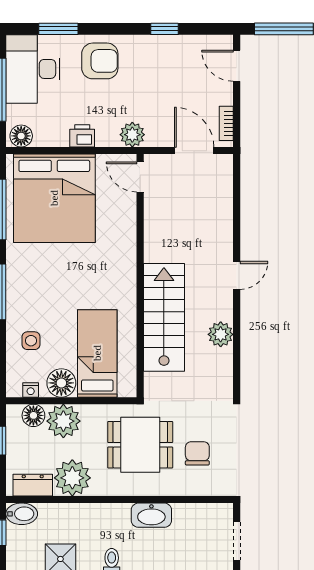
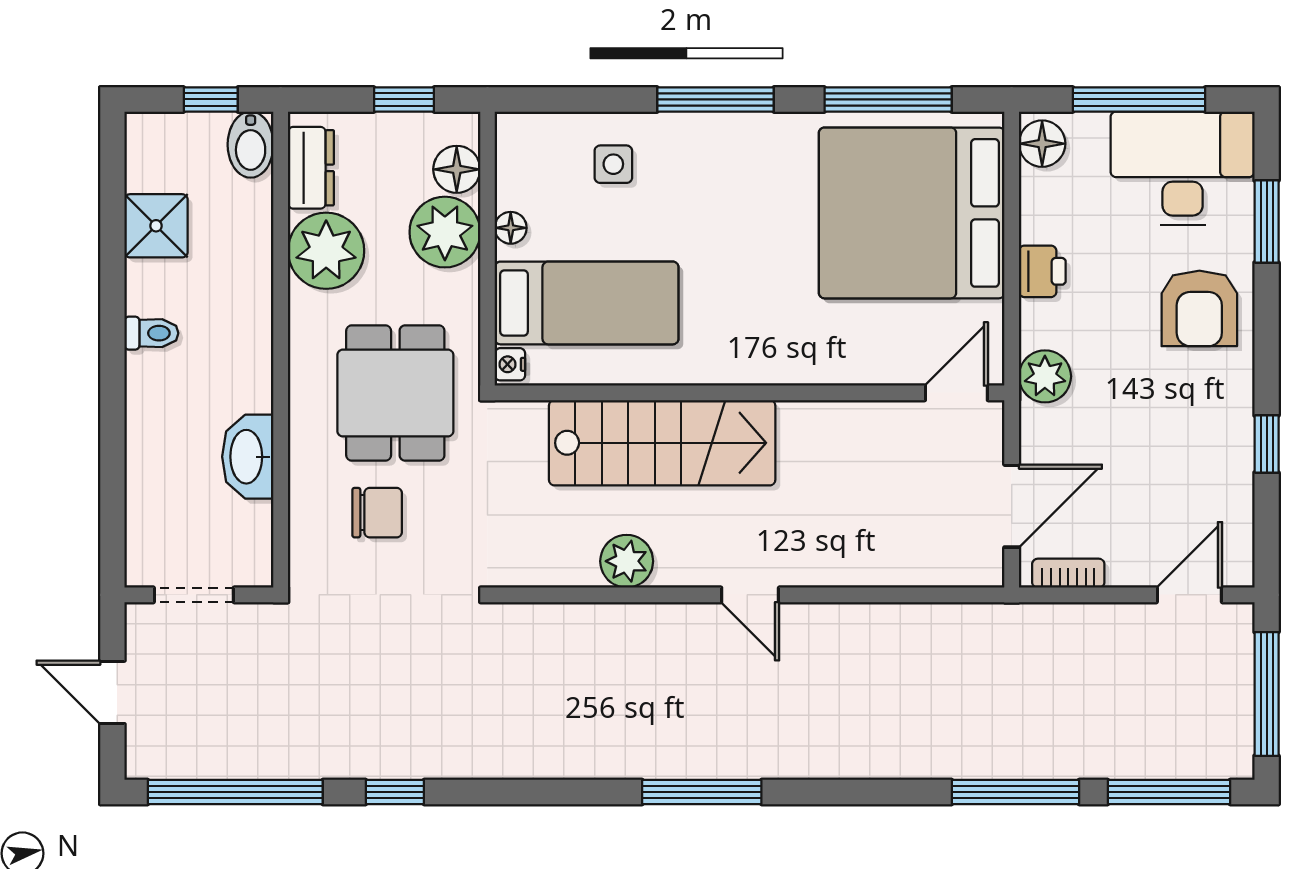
floor lamp: (61, 383) -> (511, 228), width x0.53, depth x0.53
nightstand: (31, 390) -> (510, 364), moved
washbasin: (151, 515) -> (248, 457), moved

